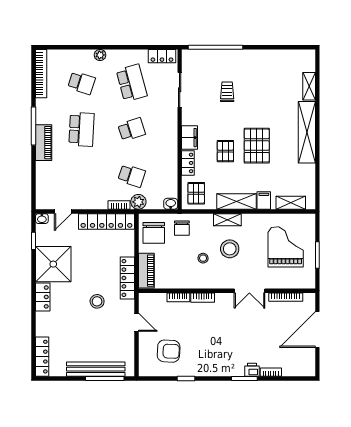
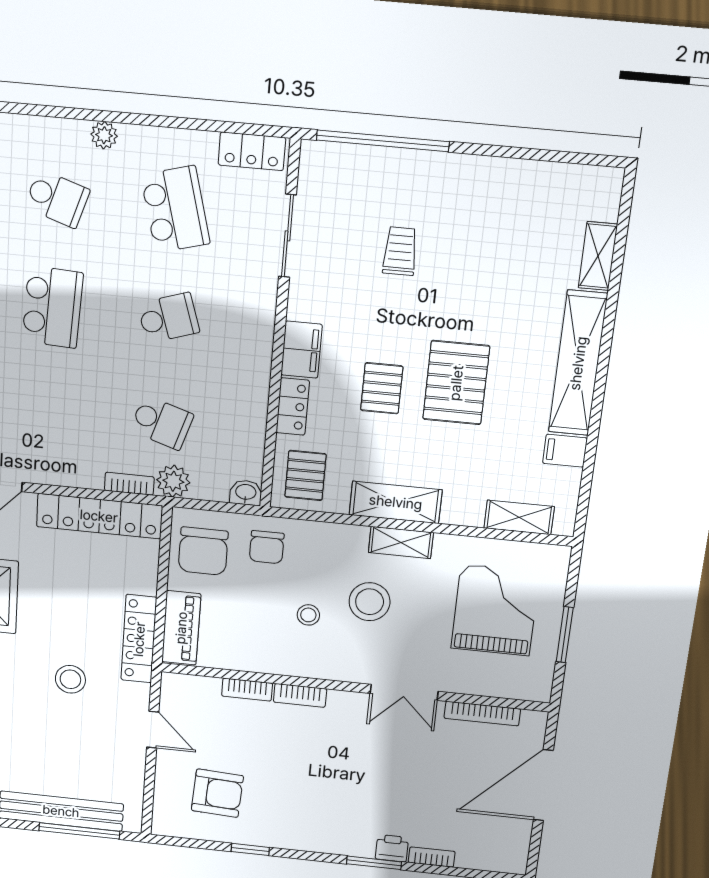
filing cabinet: (264, 201) -> (565, 451), moved, turned -90
shelving: (227, 220) -> (401, 542), moved

